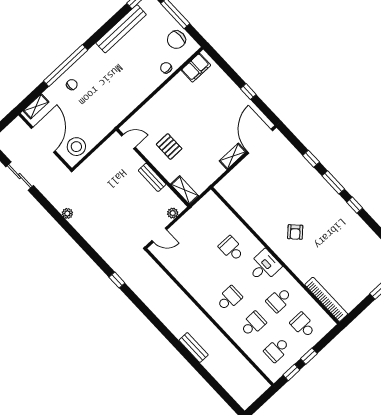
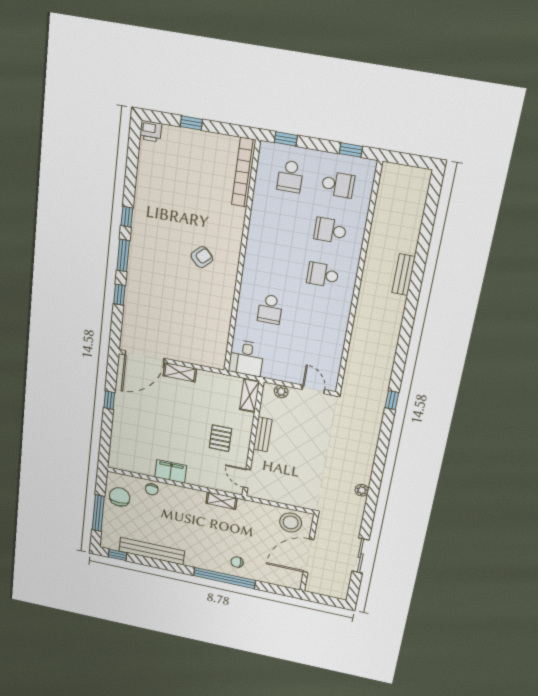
chair: (176, 40) -> (120, 497), turned -90
filing cabinet: (196, 68) -> (171, 471), moved
shelving: (36, 106) -> (221, 501), moved
desk: (264, 266) -> (246, 358), moved, turned -90
school desk: (279, 300) -> (283, 222), removed
window: (309, 356) -> (286, 139), moved

